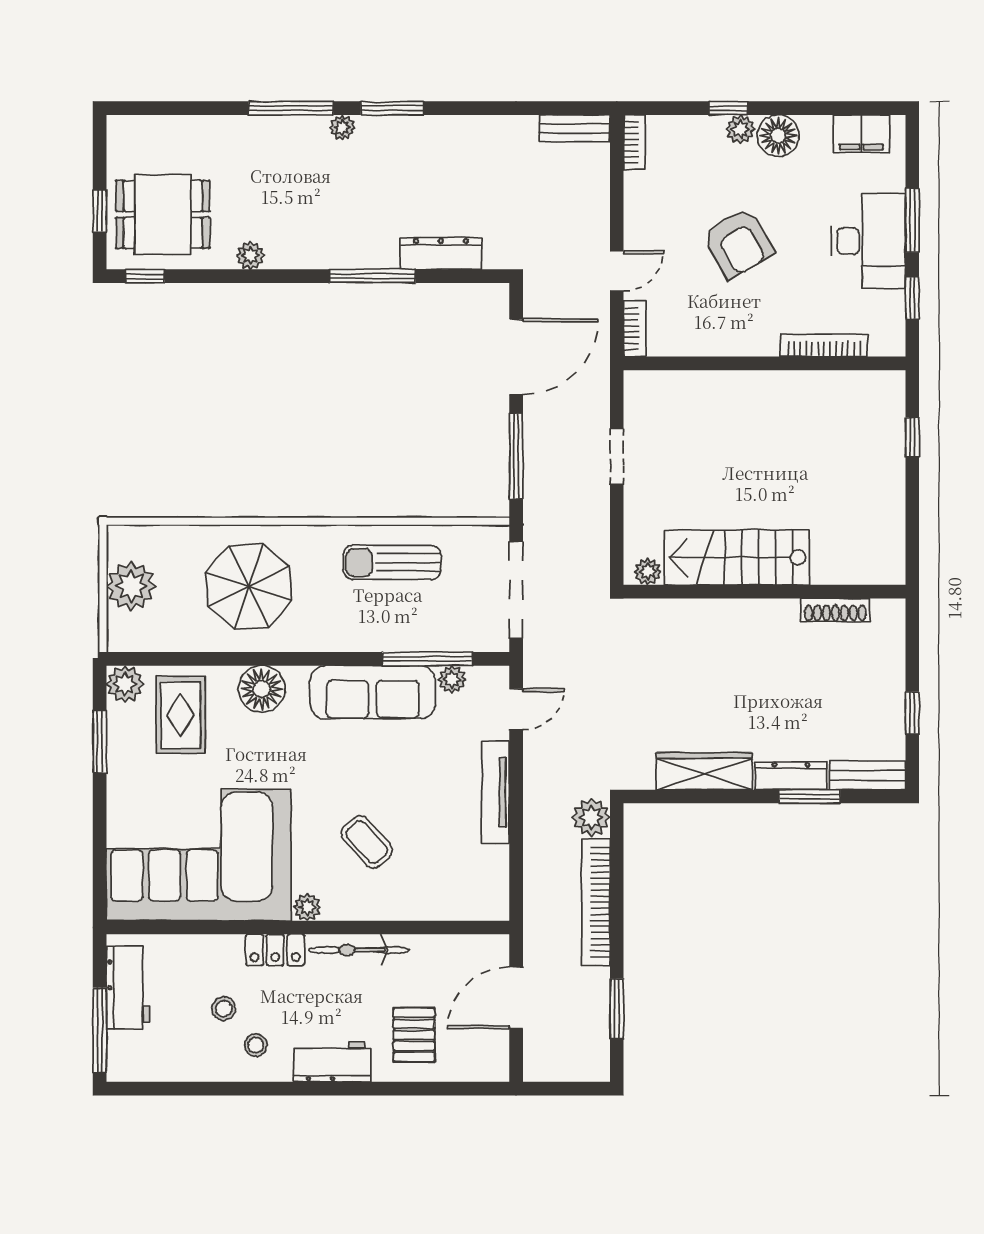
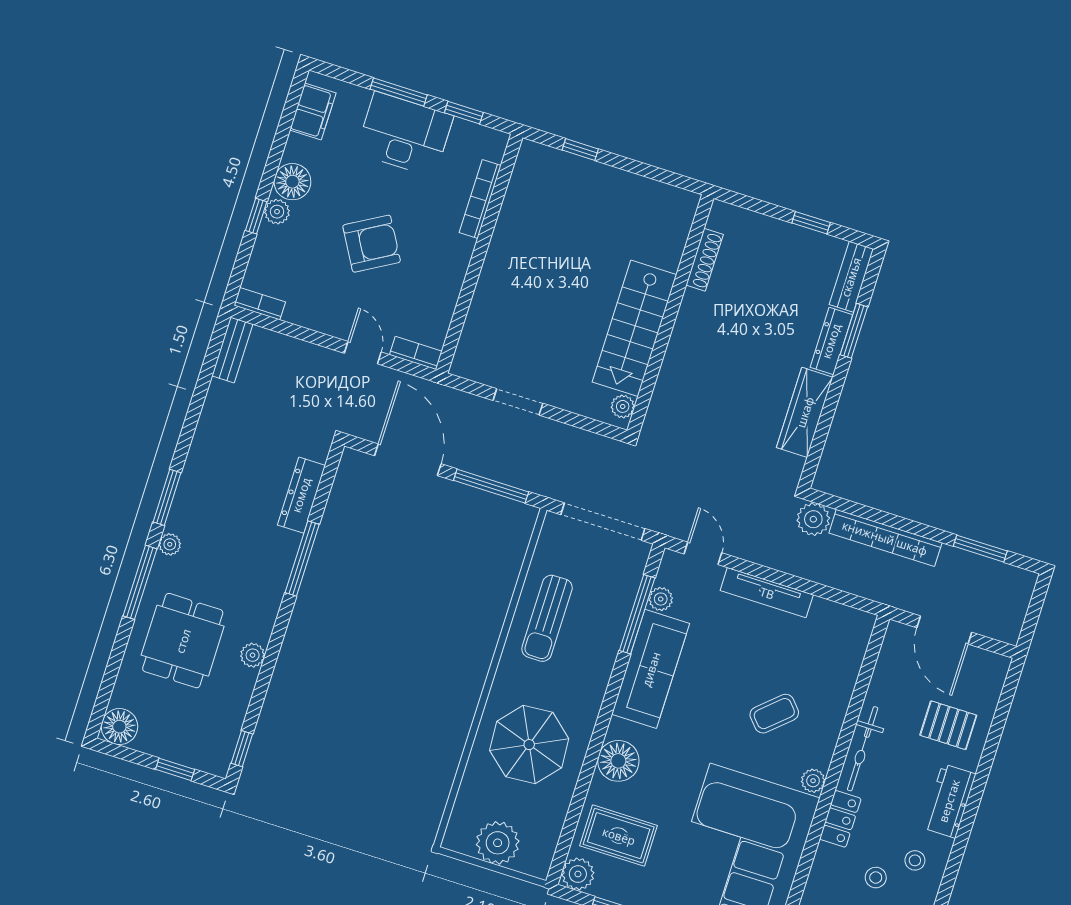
floor lamp: (127, 136) -> (119, 727), added
dining table: (163, 214) -> (183, 641), moved

